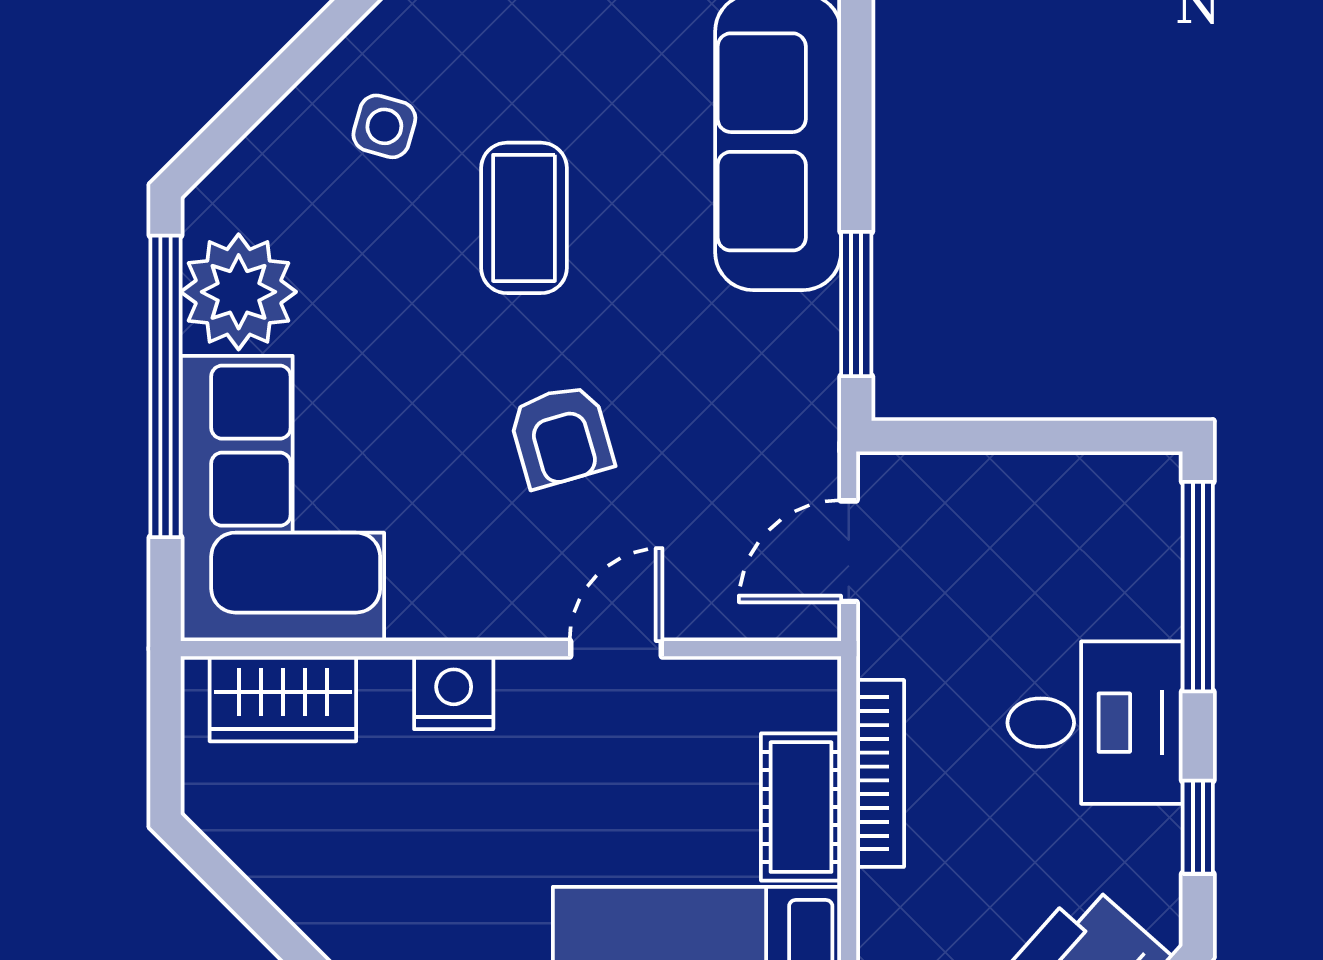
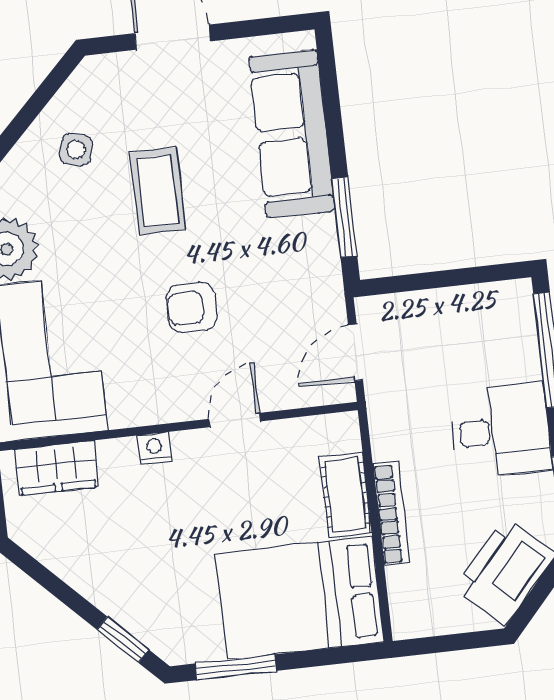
armchair: (561, 436) -> (192, 307), turned 106
nightstand: (454, 693) -> (154, 448), width x0.72, depth x0.74
bookcase: (880, 773) -> (391, 514), moved

